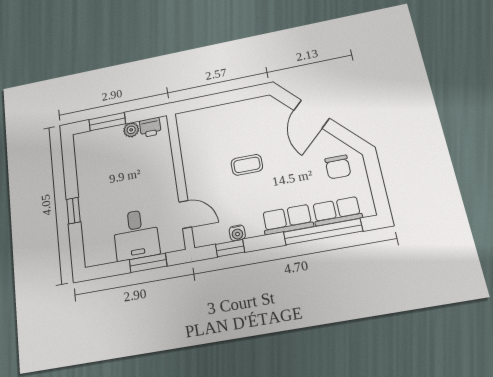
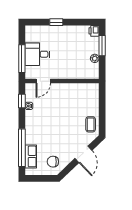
door: (311, 114) -> (83, 154), swing flipped
printer: (150, 127) -> (94, 31), moved
coffee table: (247, 165) -> (91, 124), moved
row of seats: (287, 220) -> (31, 132), removed
window: (148, 263) -> (22, 59), width x1.44

